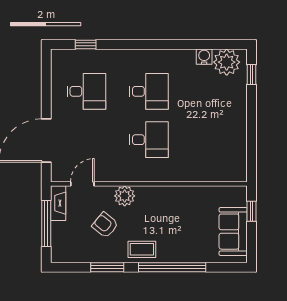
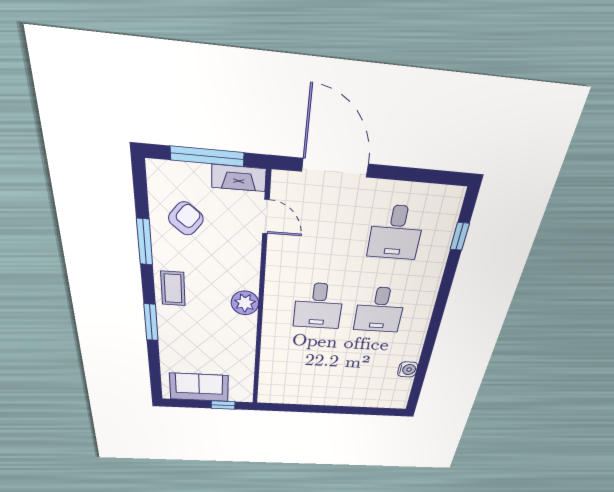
plant: (227, 62) -> (396, 390), removed
window: (251, 74) -> (377, 411), removed
plant: (125, 196) -> (245, 303), moved
armchair: (105, 225) -> (186, 219), moved
window: (172, 267) -> (151, 322), width x0.47

